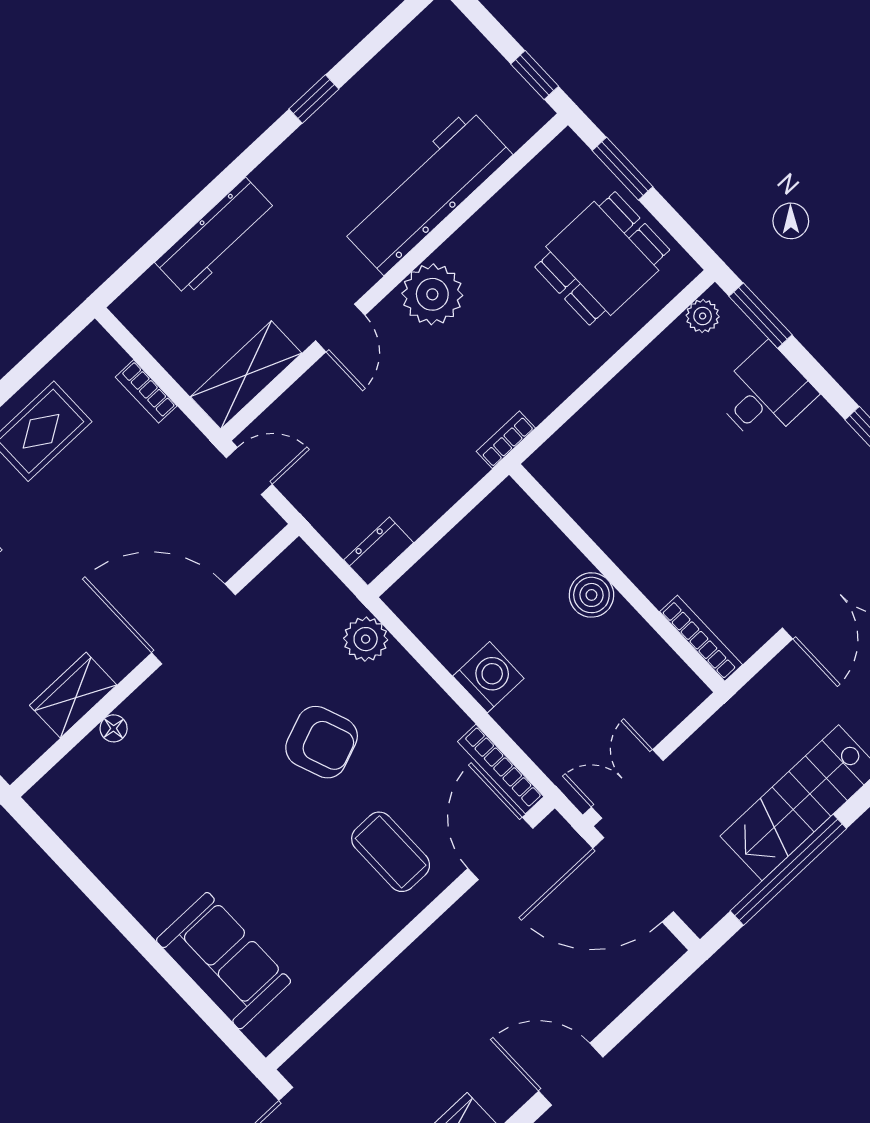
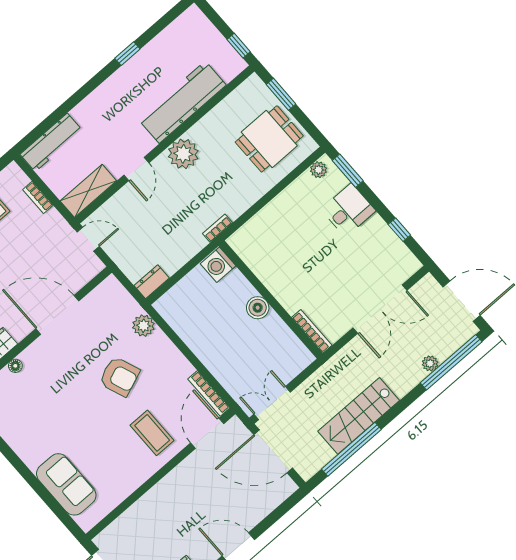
workbench: (216, 237) -> (51, 142), moved
washing machine: (488, 677) -> (218, 265), moved, turned 180

